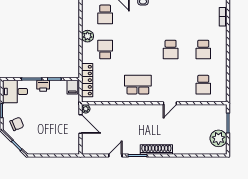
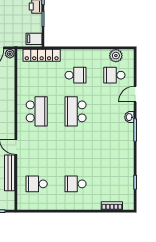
plant: (87, 36) -> (116, 56), moved
school desk: (171, 50) -> (76, 111), moved, width x1.85
bench: (193, 109) -> (10, 173), added

